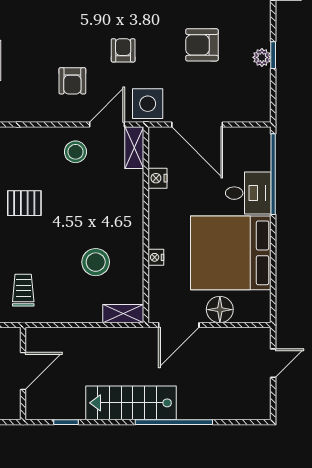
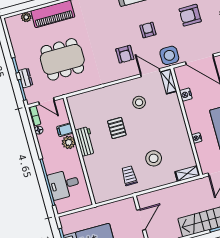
door: (107, 124) -> (150, 73), hinge flipped
stool: (75, 152) -> (139, 102), moved
pallet: (24, 203) -> (117, 128), turned 90
stool: (96, 262) -> (154, 158), moved

